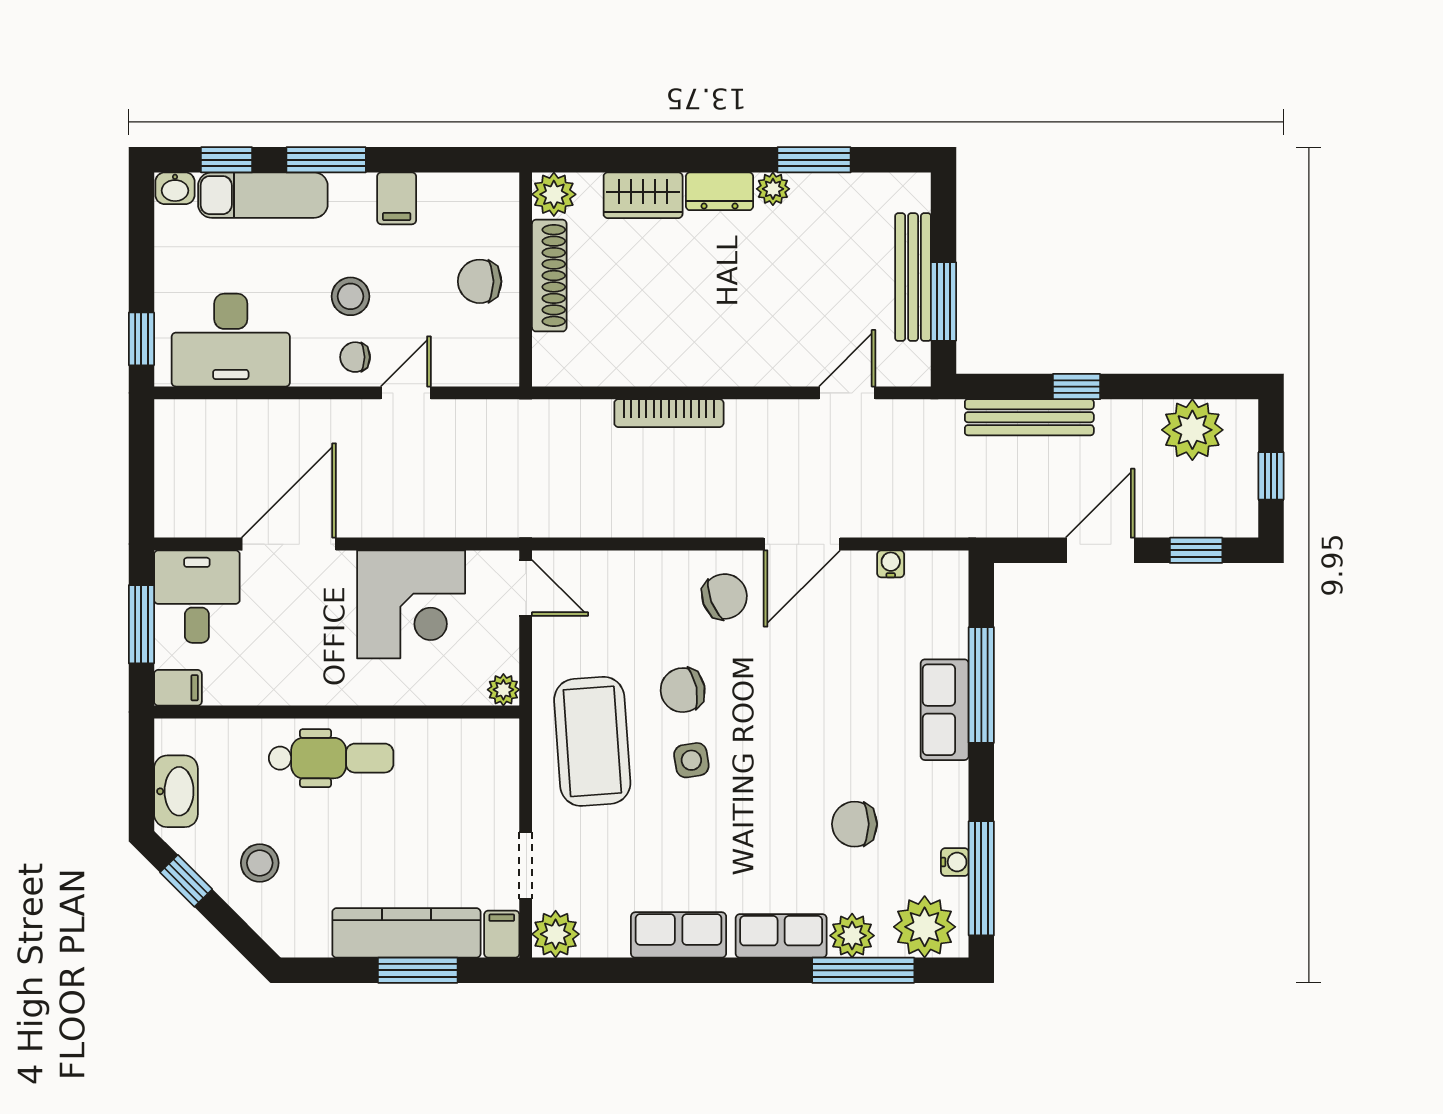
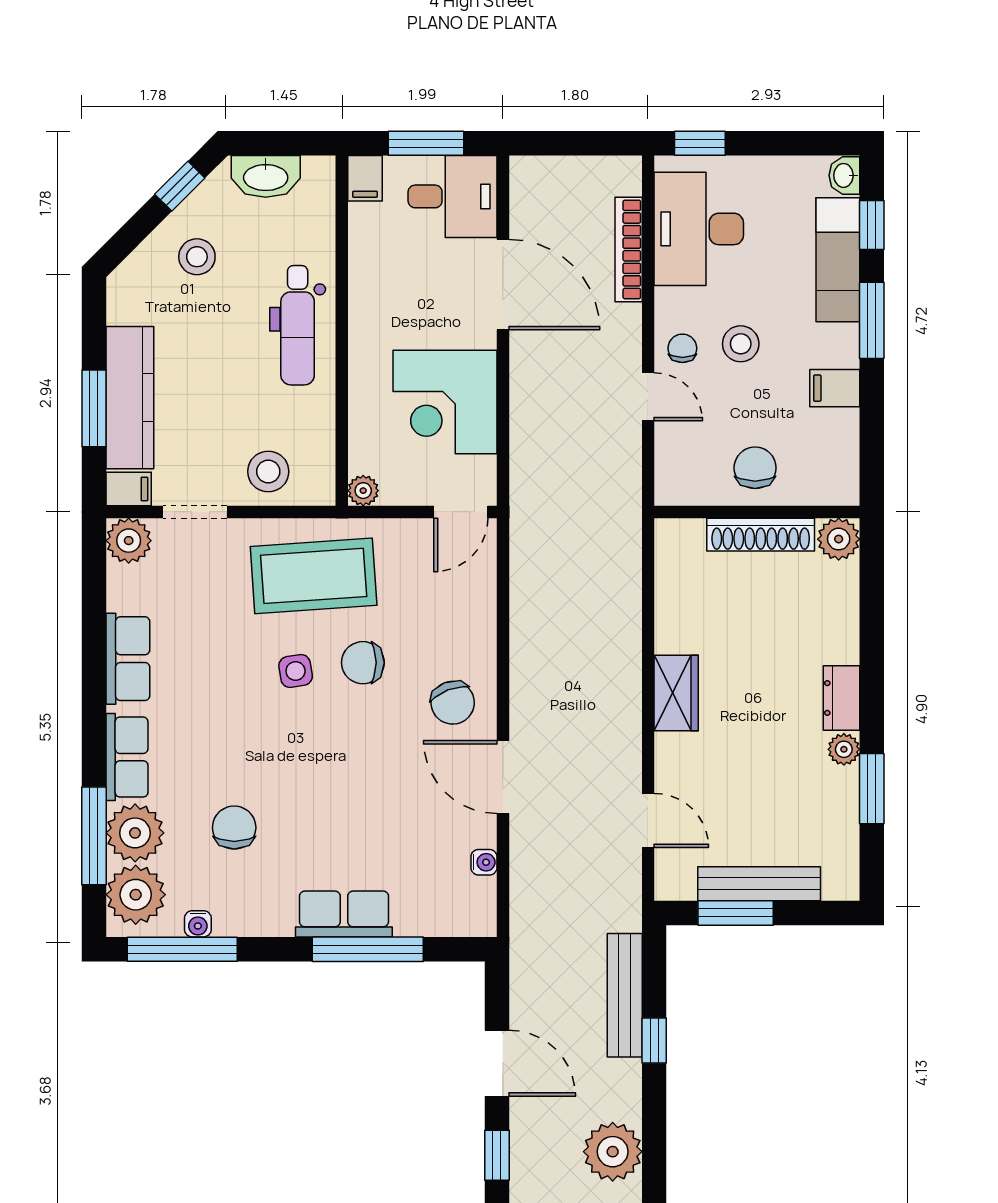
wardrobe: (643, 195) -> (676, 693), moved, turned 180
bookcase: (669, 413) -> (629, 249), moved
chair: (683, 690) -> (363, 663), turned -79
stool: (484, 789) -> (268, 472), added
plant: (852, 936) -> (135, 833), width x1.36, depth x1.36

